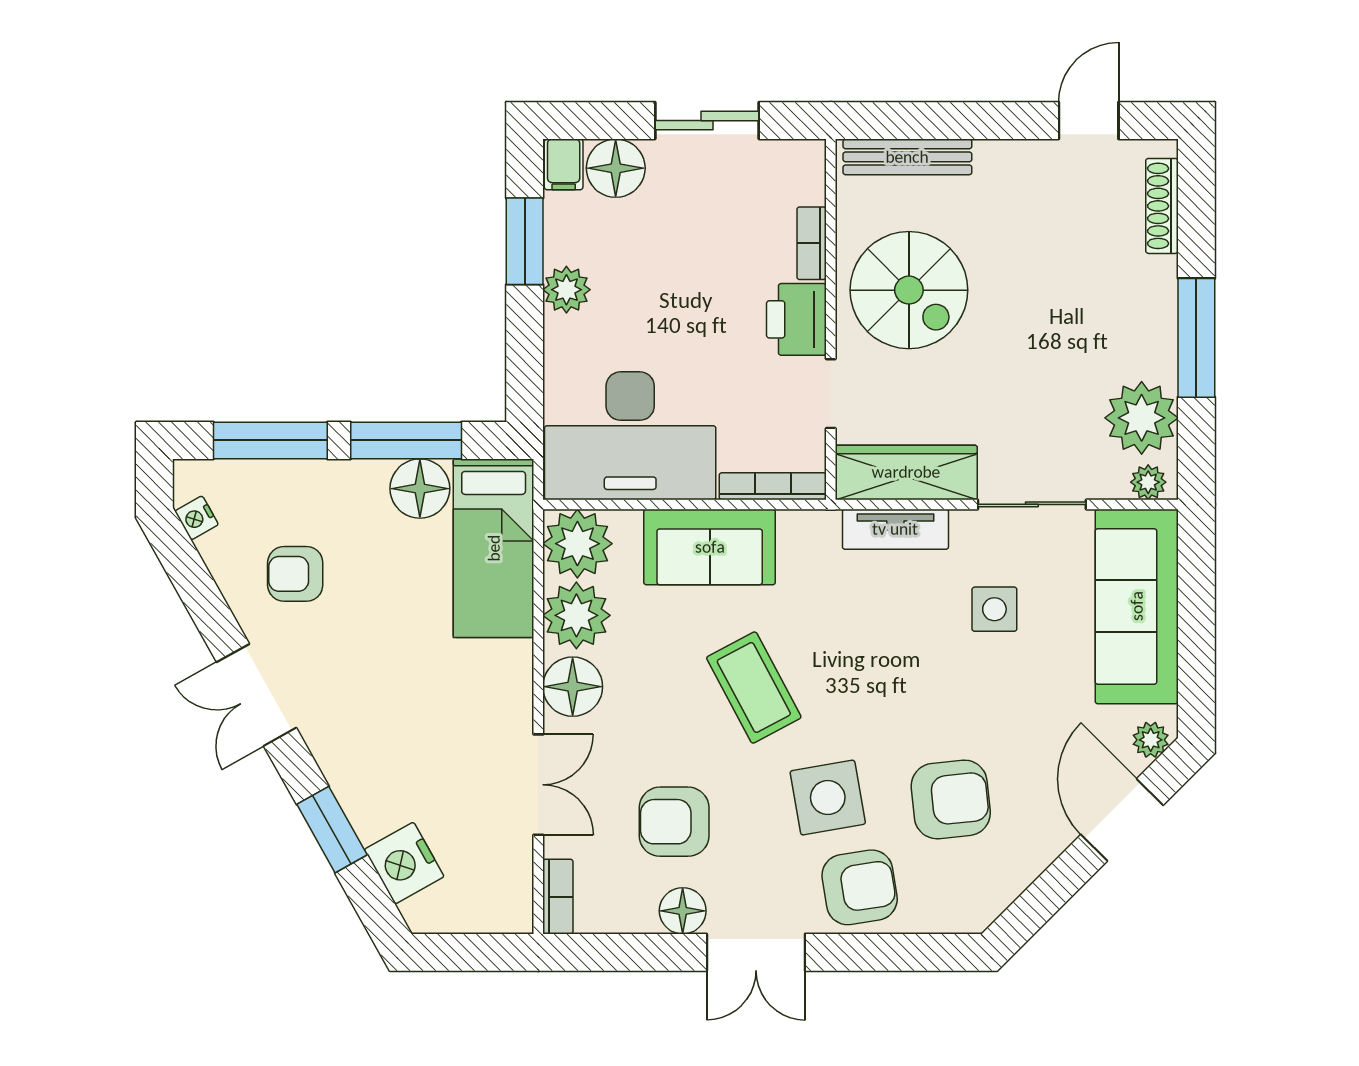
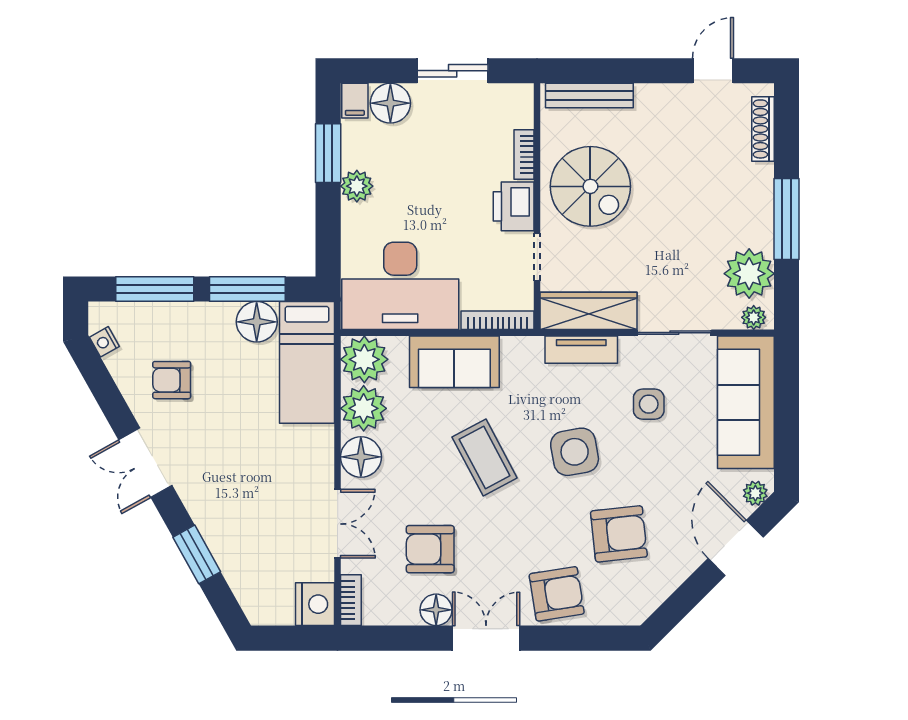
side table: (828, 798) -> (575, 452), moved
nightstand: (404, 863) -> (315, 604), moved, turned -151
double door: (756, 952) -> (486, 638), swing flipped

